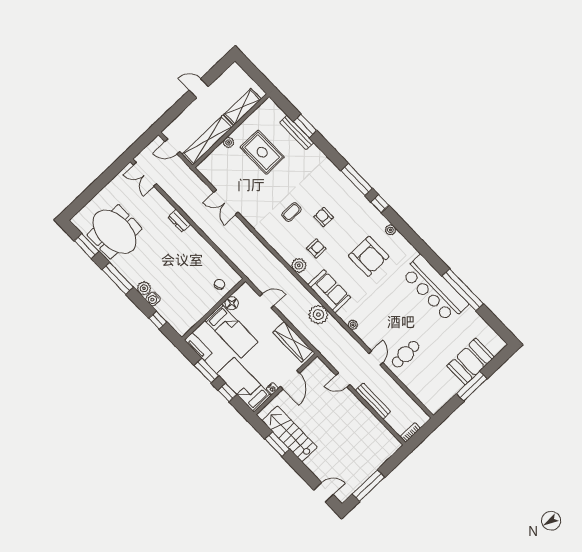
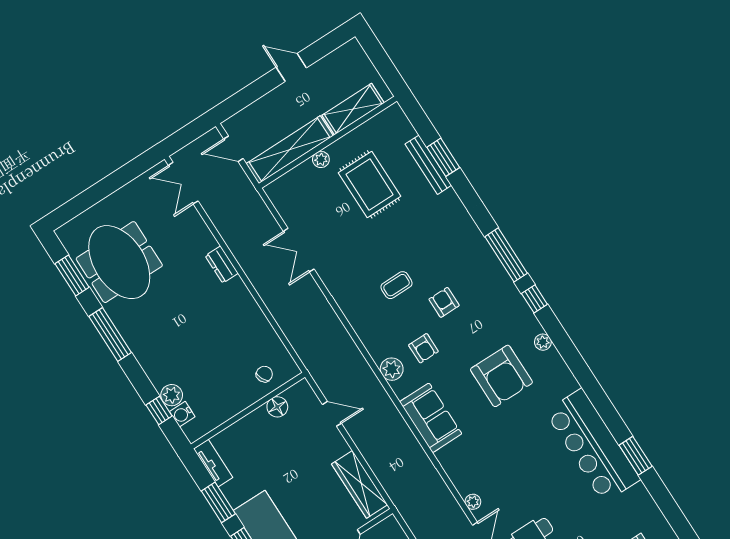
armchair: (316, 248) -> (423, 348), turned 90
plant: (144, 288) -> (172, 395), moved
window: (463, 290) -> (636, 456), width x0.47
water cooler: (153, 299) -> (182, 414), moved
plant: (318, 315) -> (407, 450), removed
plant: (353, 325) -> (473, 502), moved
bed: (231, 331) -> (268, 449), removed

